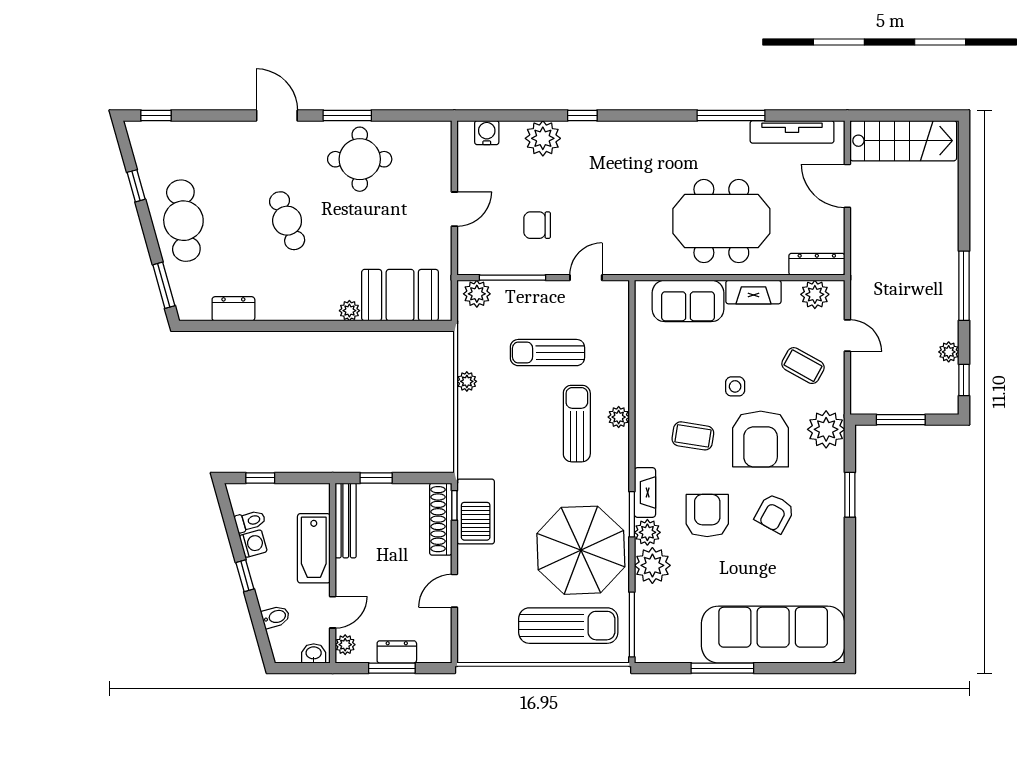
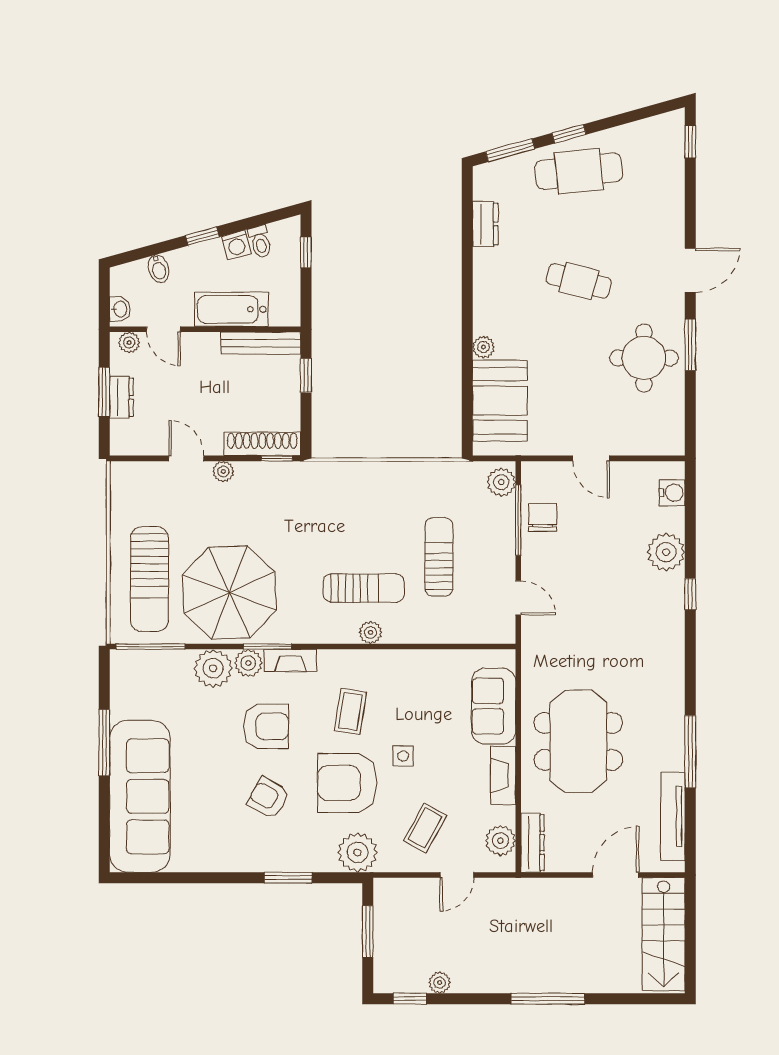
window: (136, 186) -> (569, 134), moved
cafe table: (287, 221) -> (579, 281), turned 36
chair: (537, 225) -> (543, 517), moved
window: (964, 286) -> (548, 999), moved
plant: (467, 381) -> (223, 472), moved
barbecue: (476, 512) -> (270, 481), removed

